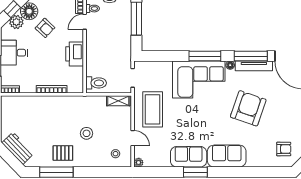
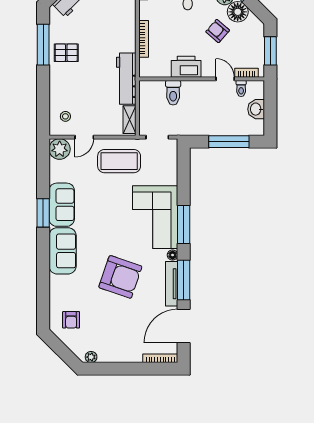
armchair: (45, 28) -> (218, 31), turned 88
toilet: (96, 83) -> (173, 93), moved
workbench: (84, 104) -> (126, 79), added
stool: (87, 133) -> (90, 81), removed
pallet: (63, 153) -> (66, 53), turned 90
plant: (139, 163) -> (60, 149), width x1.88, depth x1.88

